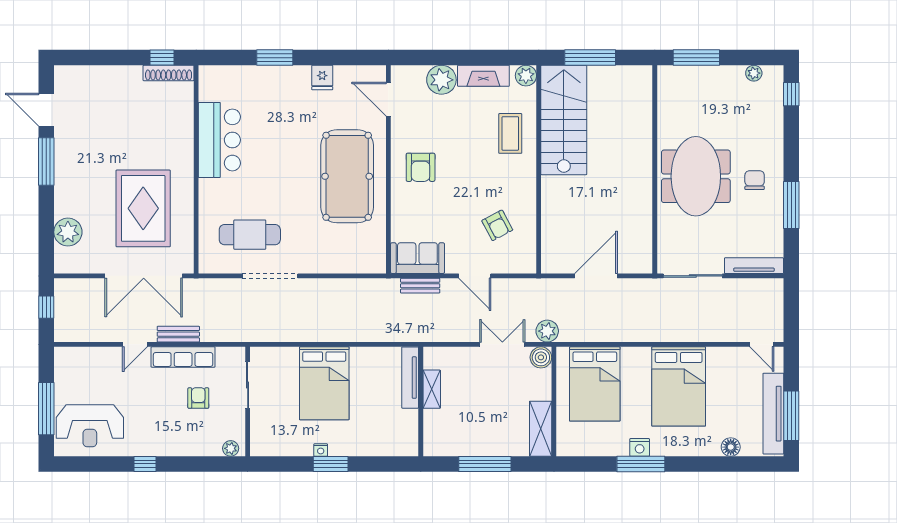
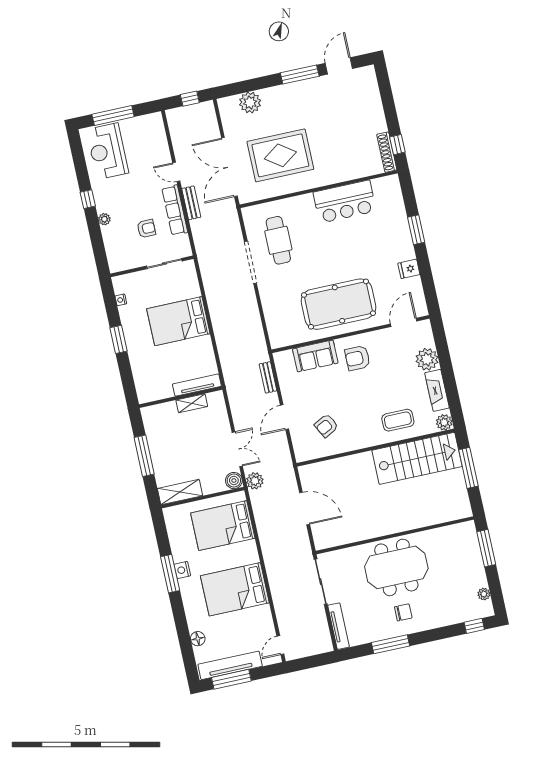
sofa: (417, 258) -> (315, 356), moved, turned 90
plant: (231, 448) -> (104, 219), moved
nightstand: (321, 450) -> (121, 300), moved

